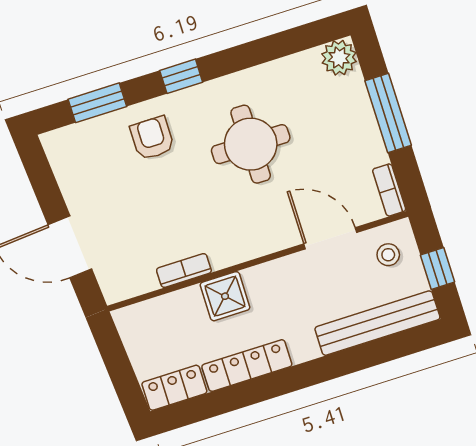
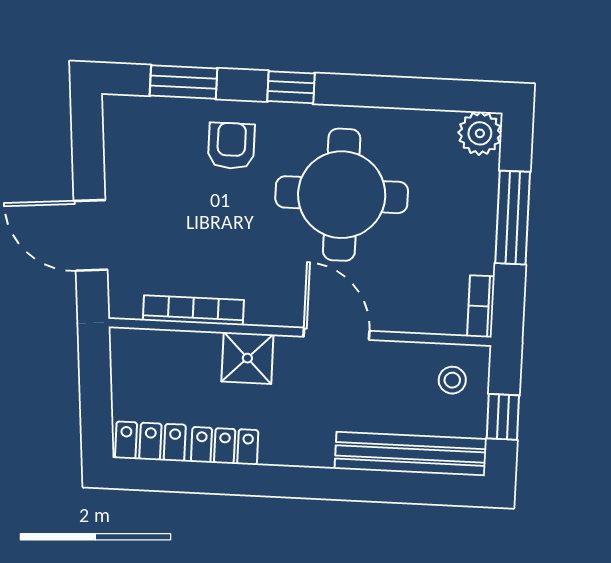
round table: (251, 144) -> (342, 195), width x1.36, depth x1.36
door: (330, 238) -> (337, 334), moved
bookcase: (184, 270) -> (193, 310), width x1.56
locker: (247, 366) -> (225, 446), width x0.66

